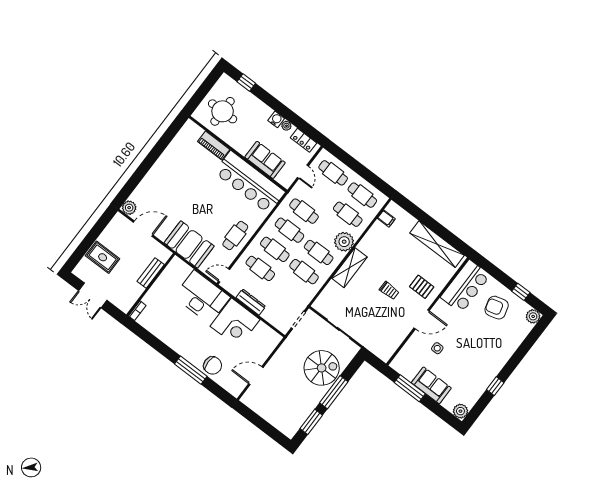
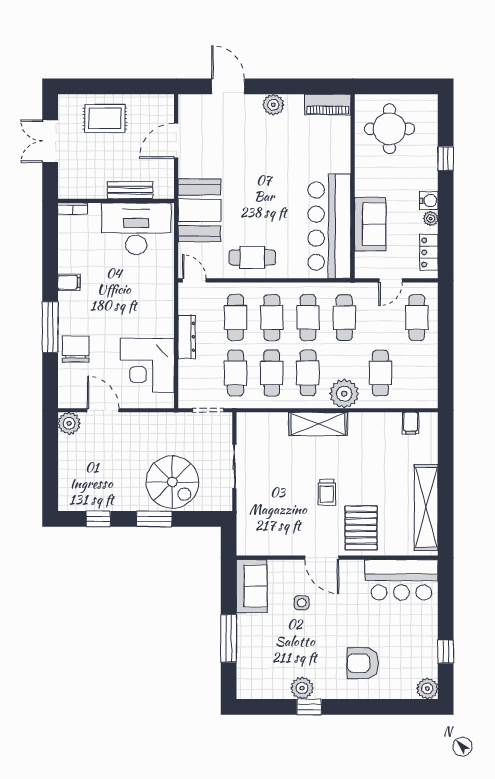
window: (246, 83) -> (446, 159), moved
piano: (214, 145) -> (328, 104), moved, turned -90
door: (135, 180) -> (228, 86), added
cafe table: (362, 195) -> (236, 373), moved
plant: (129, 208) -> (273, 105), moved
door: (143, 229) -> (176, 141), swing flipped
rug: (103, 257) -> (105, 118), turned 90
pallet: (422, 287) -> (361, 528), width x1.50, depth x1.42
desk: (202, 297) -> (136, 229), moved, turned -90
armchair: (497, 308) -> (363, 663), moved, turned -75
corner desk: (235, 323) -> (147, 365), moved
filing cabinet: (175, 342) -> (69, 282), added
chair: (213, 365) -> (76, 349), turned 180
sofa: (431, 385) -> (252, 586), moved
window: (410, 388) -> (229, 638), moved
window: (334, 392) -> (154, 519), width x0.69
plant: (249, 399) -> (69, 423), added
plant: (460, 411) -> (302, 688), moved
window: (311, 422) -> (98, 519), width x0.67

